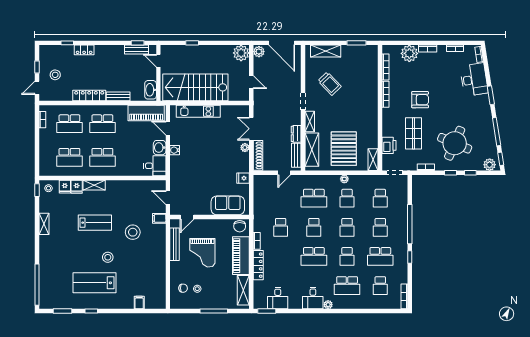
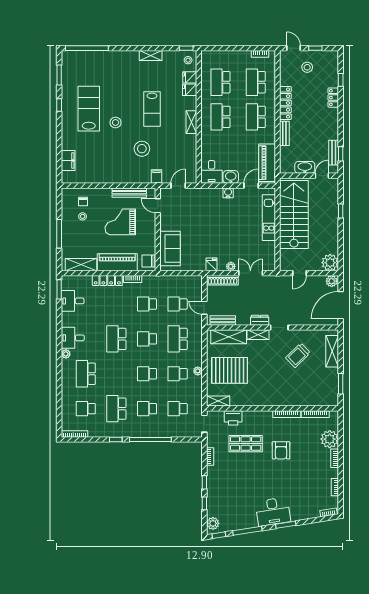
desk: (474, 80) -> (273, 512), moved
washbasin: (151, 90) -> (305, 167), moved
dresser: (296, 134) -> (260, 320), moved
round table: (455, 143) -> (235, 487), removed
fridge: (243, 178) -> (212, 264), moved
shelving: (94, 185) -> (191, 122), moved
school desk: (347, 256) -> (178, 304), moved
filing cabinet: (139, 302) -> (68, 161), width x2.00

